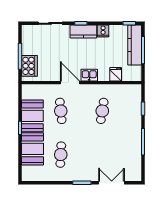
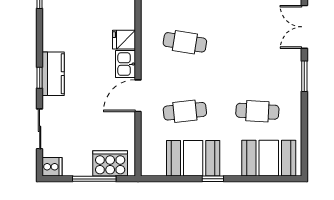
cooker: (103, 31) -> (52, 167), moved
fridge: (116, 74) -> (124, 40), moved
booth: (33, 149) -> (269, 158), moved

